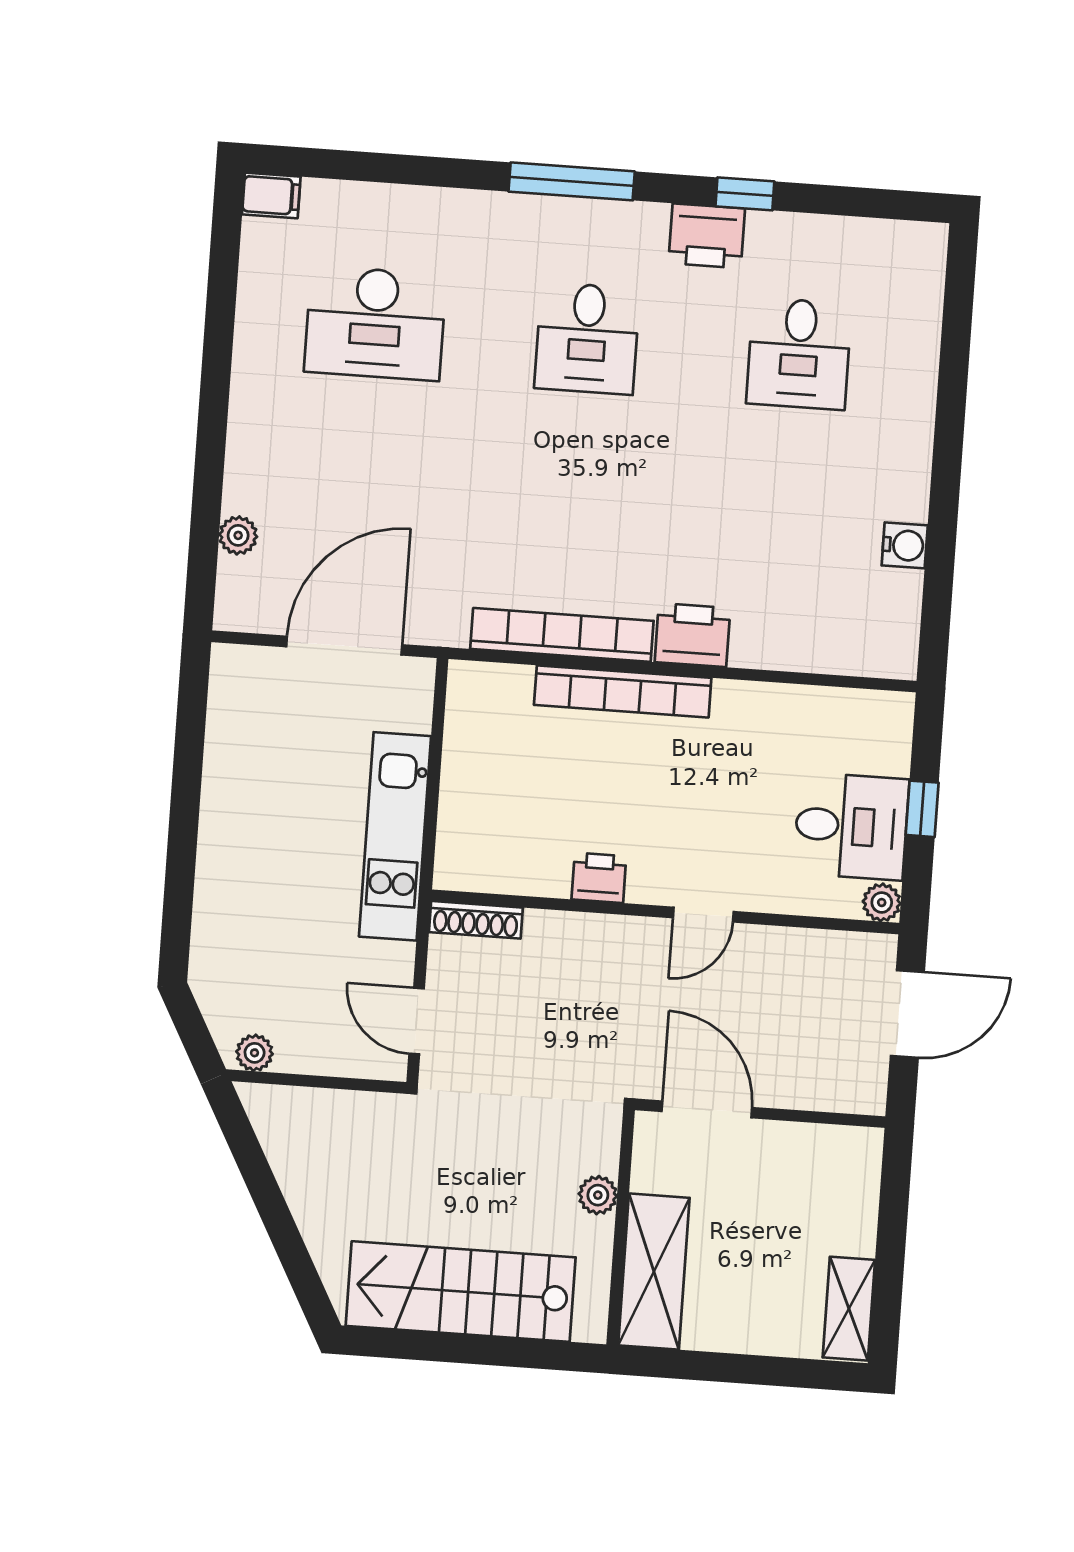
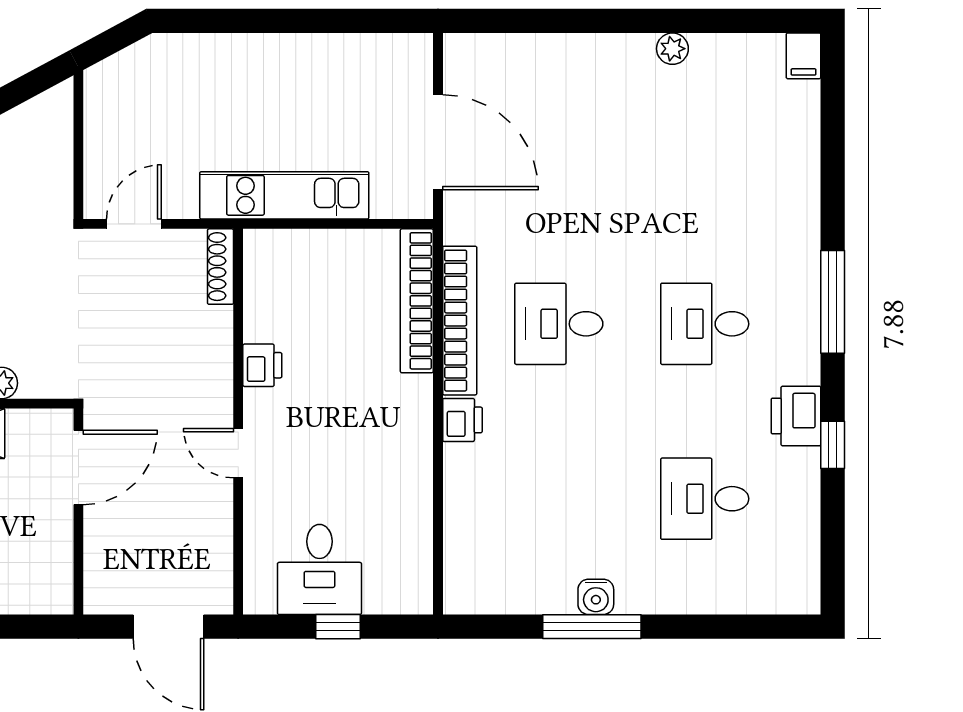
desk: (375, 323) -> (559, 324), moved, width x0.73
window: (944, 501) -> (592, 627), added
plant: (238, 535) -> (672, 49), moved
water cooler: (905, 545) -> (596, 597), moved
printer: (692, 635) -> (462, 420), width x0.73, depth x0.81
bookcase: (623, 691) -> (417, 301), moved
plant: (882, 902) -> (259, 599), removed
plant: (255, 1053) -> (98, 93), removed

